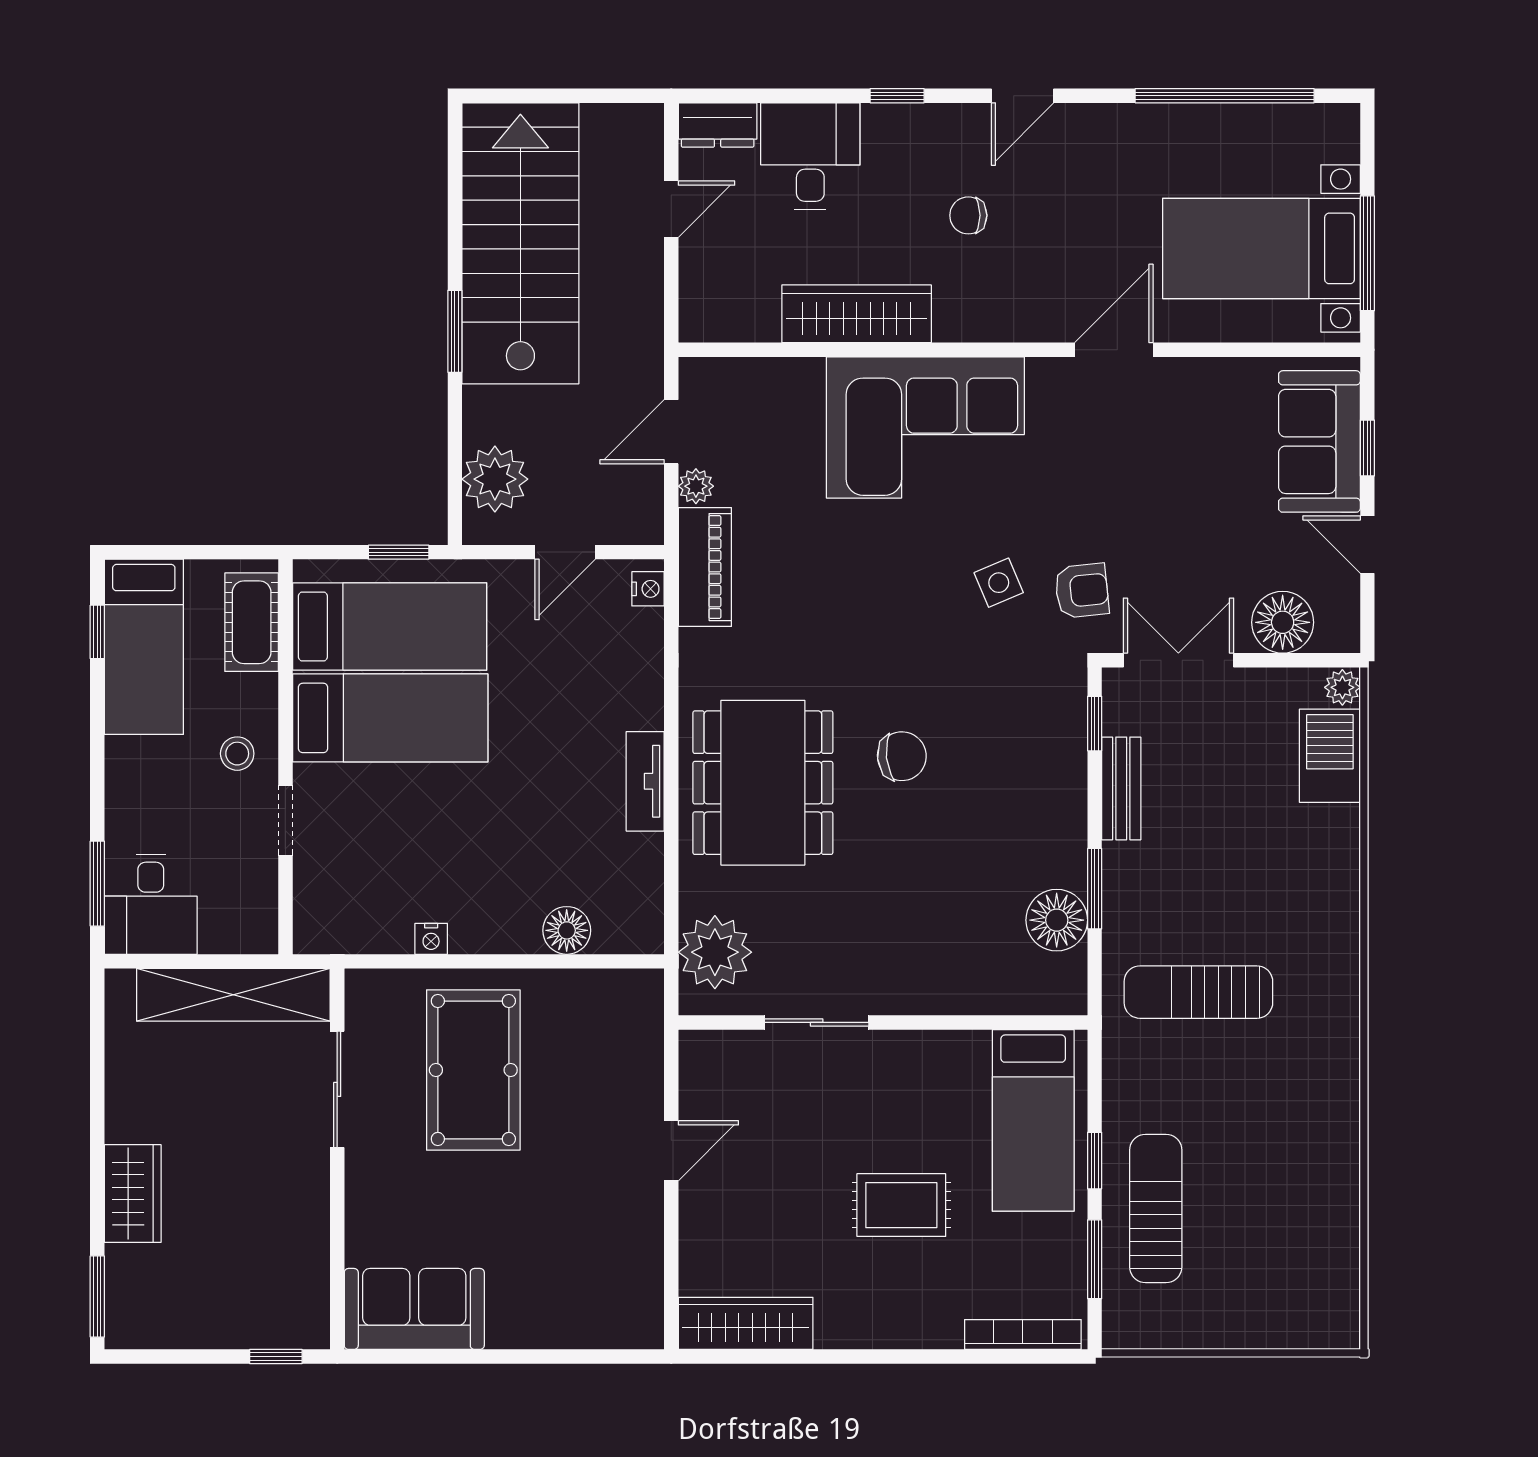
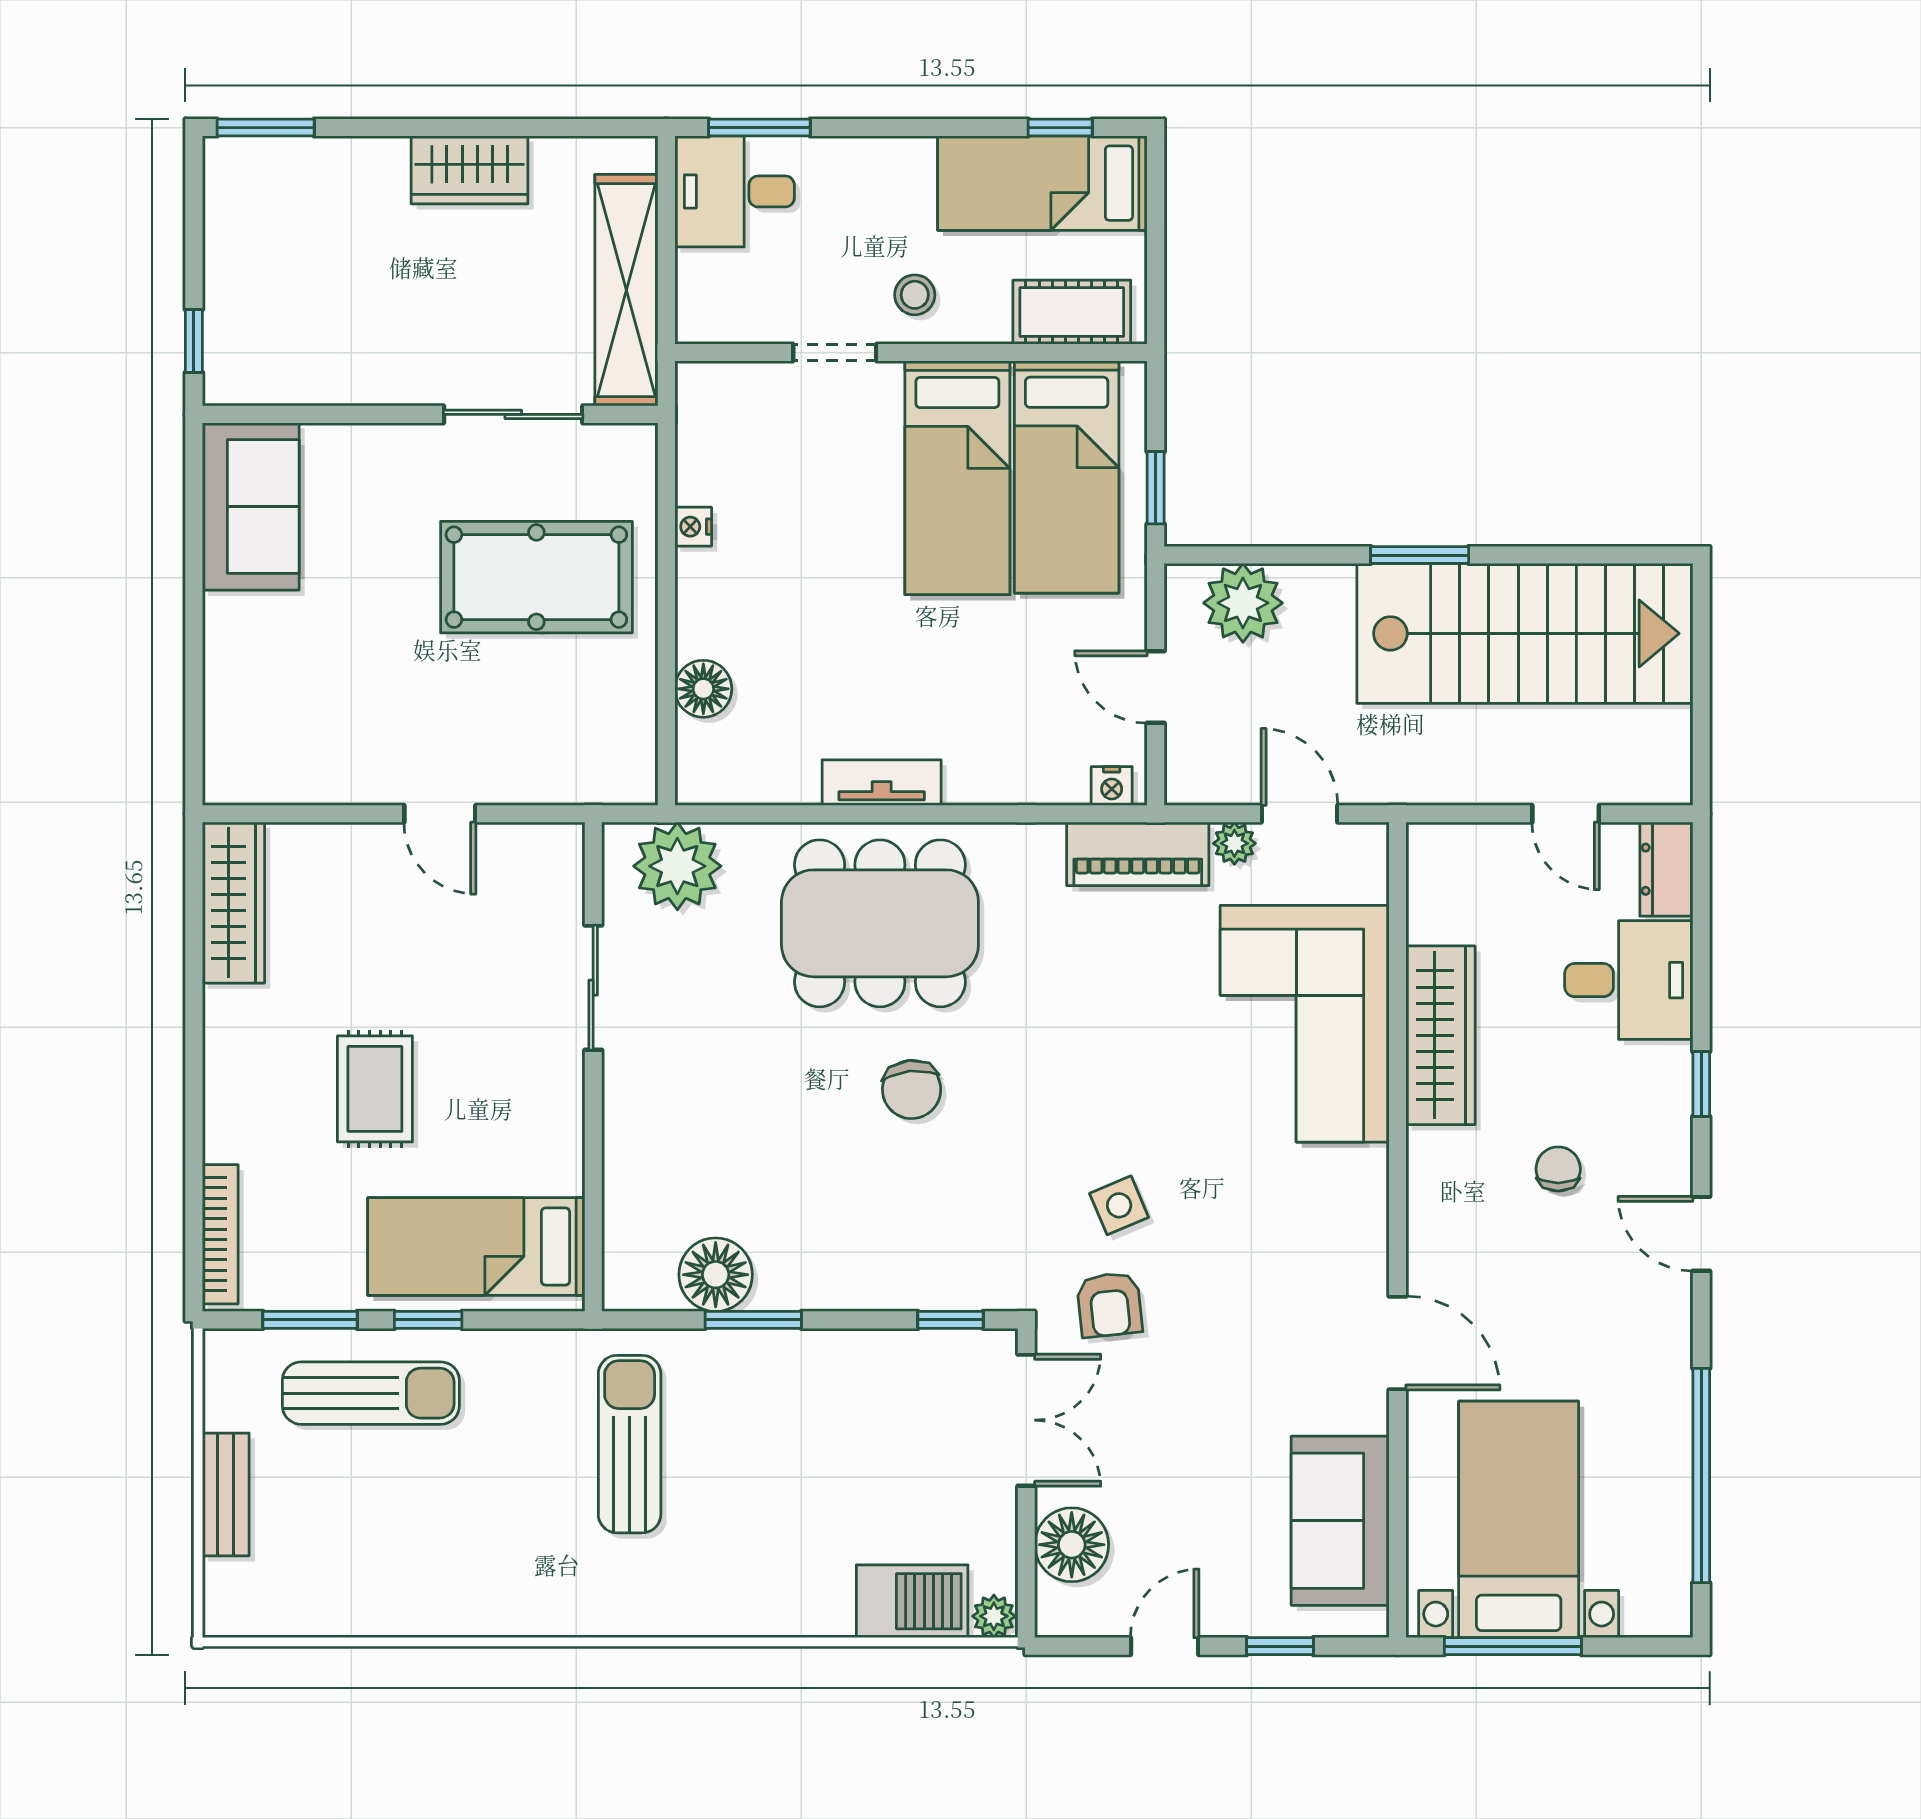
corner sofa: (925, 427) -> (1305, 1024), moved
sofa: (1319, 441) -> (1340, 1521), moved, turned -90
bench: (1121, 788) -> (226, 1494), moved, turned 90
wardrobe: (133, 1194) -> (470, 170), moved

